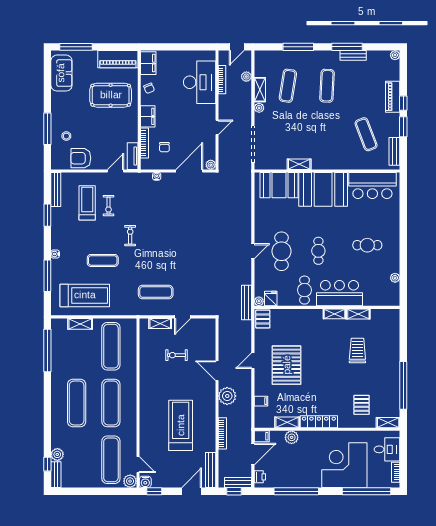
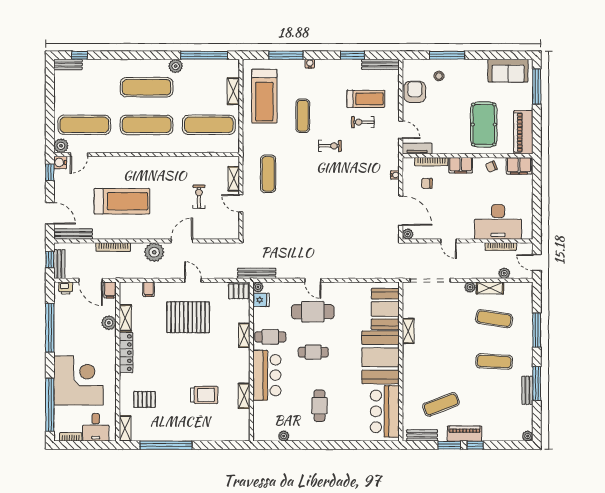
piano: (393, 97) -> (465, 434), moved
shelving: (334, 314) -> (244, 335), moved
plant: (57, 454) -> (176, 66), moved

